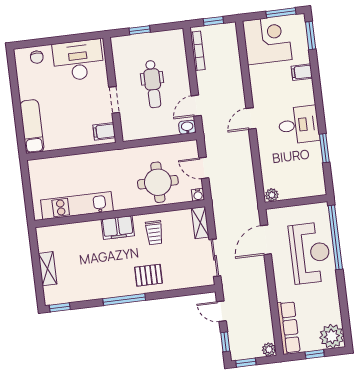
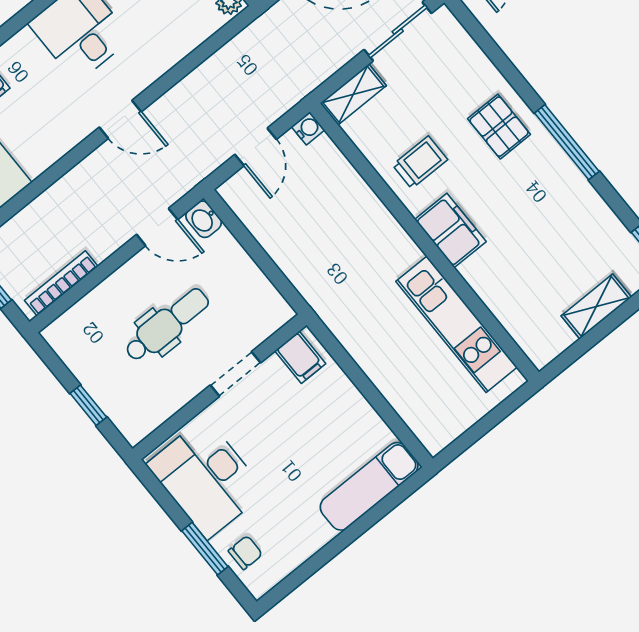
window: (49, 41) -> (205, 549), added
round table: (158, 182) -> (330, 210), removed

